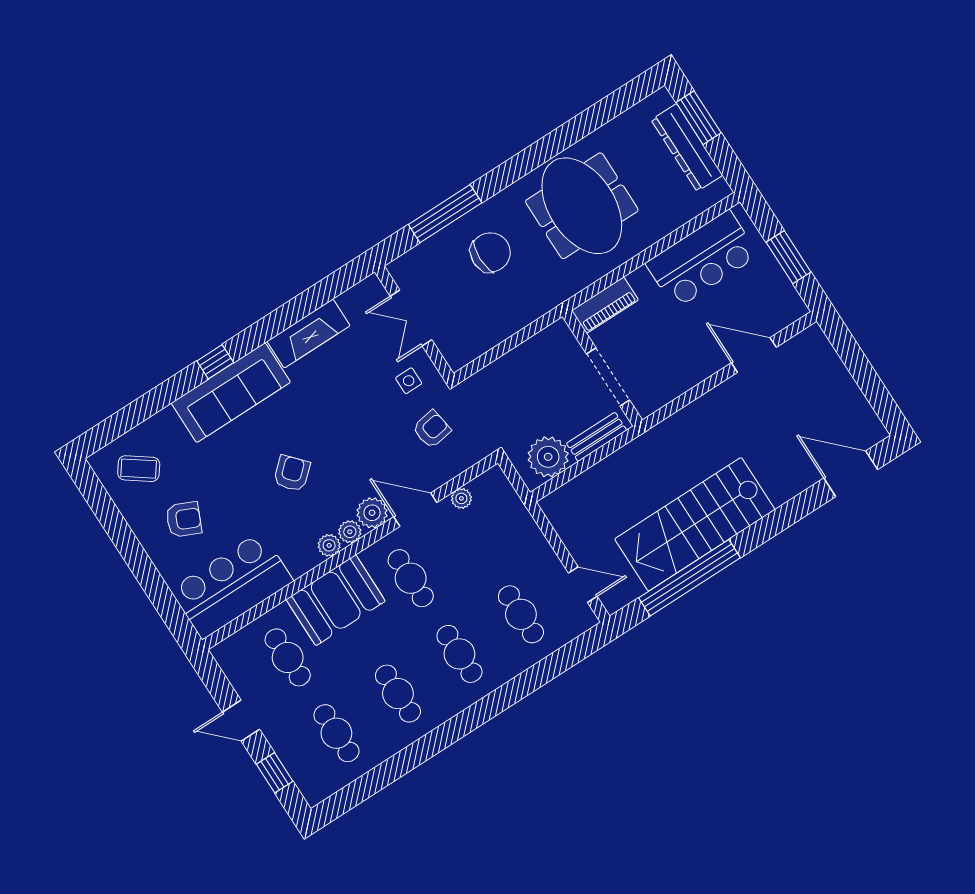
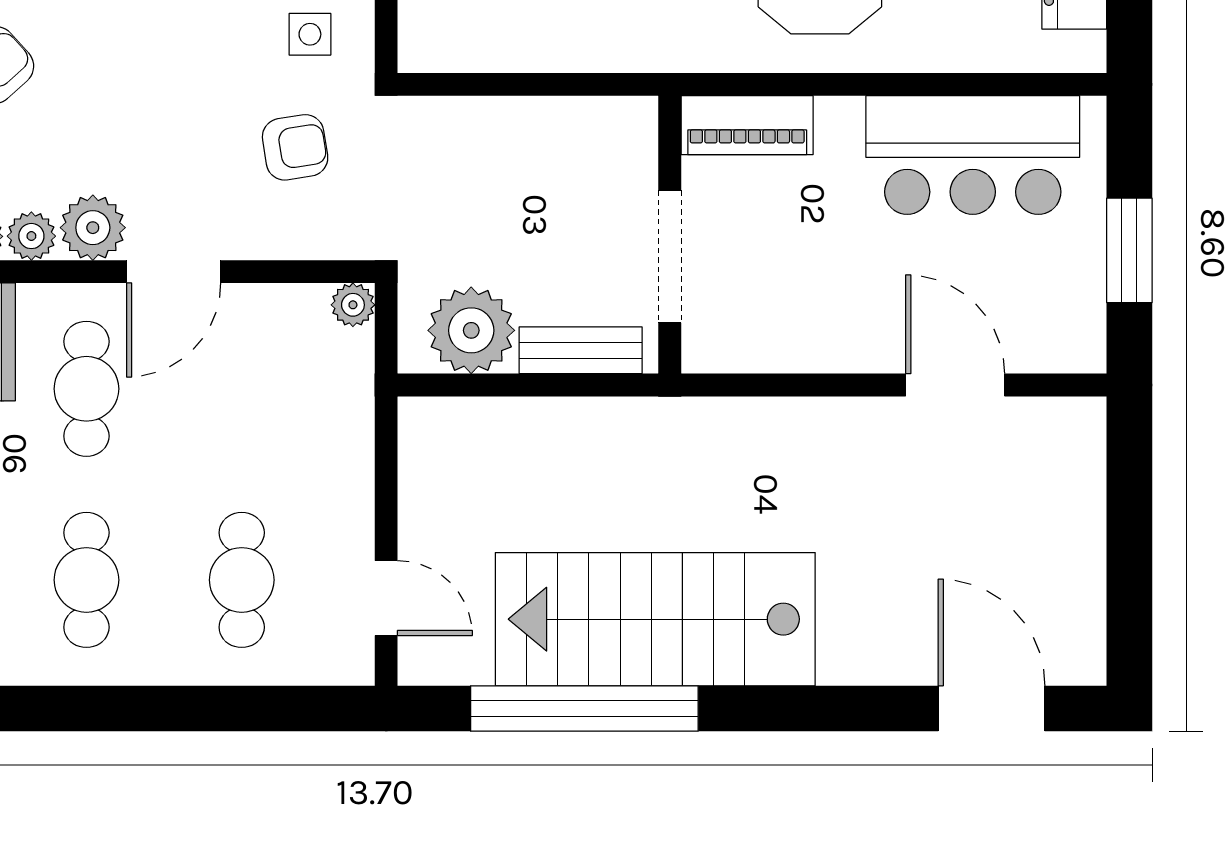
plant: (461, 498) -> (353, 305), moved
door: (415, 510) -> (174, 272), swing flipped

